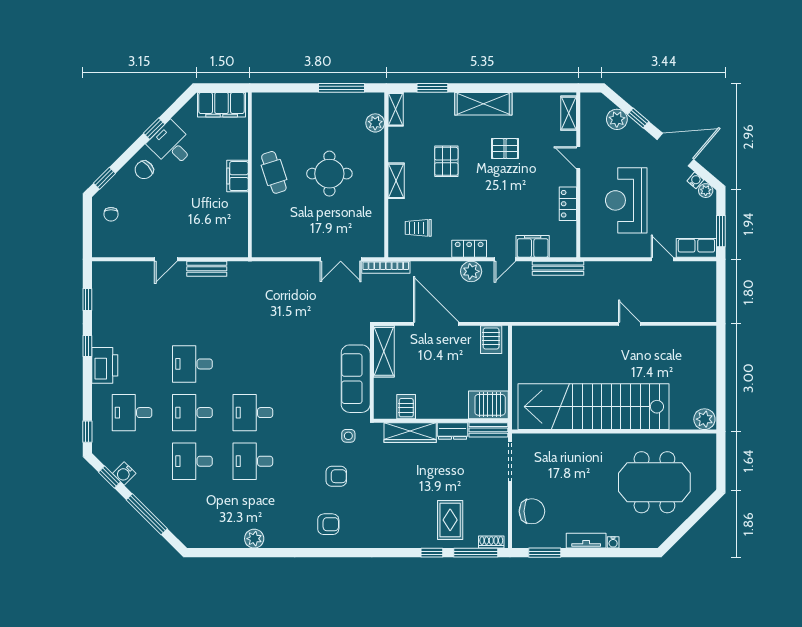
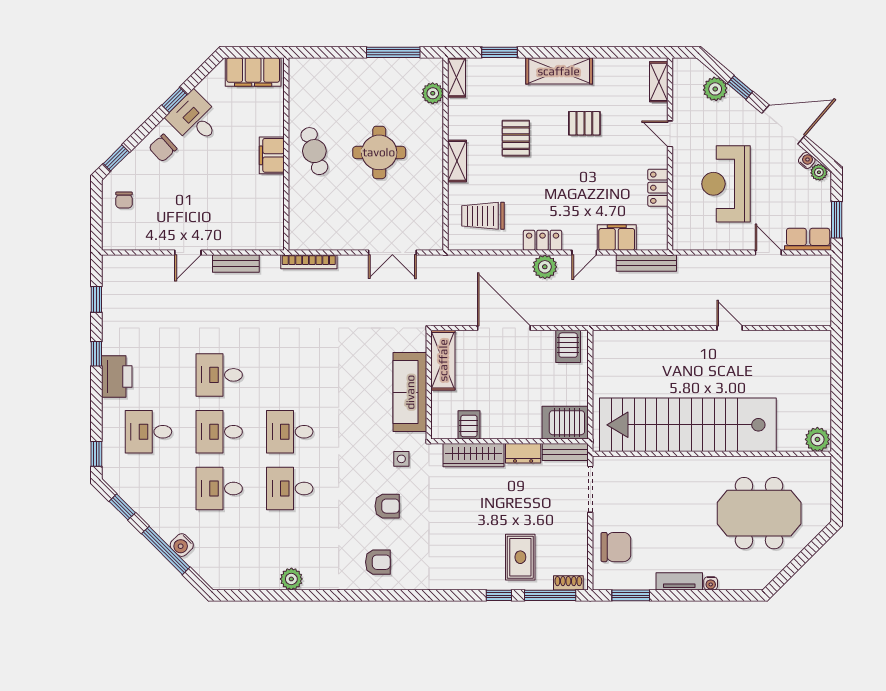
trolley: (418, 228) -> (483, 216), width x1.36, depth x1.39
bookcase: (386, 267) -> (309, 262), moved
water cooler: (124, 473) -> (182, 545), moved

